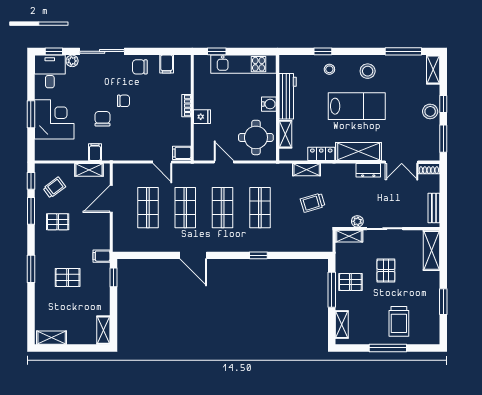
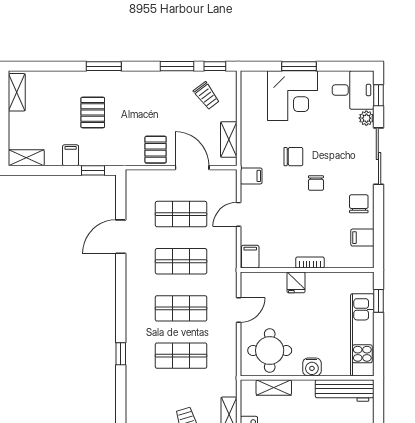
workbench: (288, 96) -> (344, 391), moved
filing cabinet: (95, 152) -> (251, 176), moved
door: (162, 162) -> (239, 214), moved
pallet: (58, 222) -> (156, 150), moved
door: (193, 255) -> (121, 237), moved
filing cabinet: (101, 256) -> (71, 155), moved

